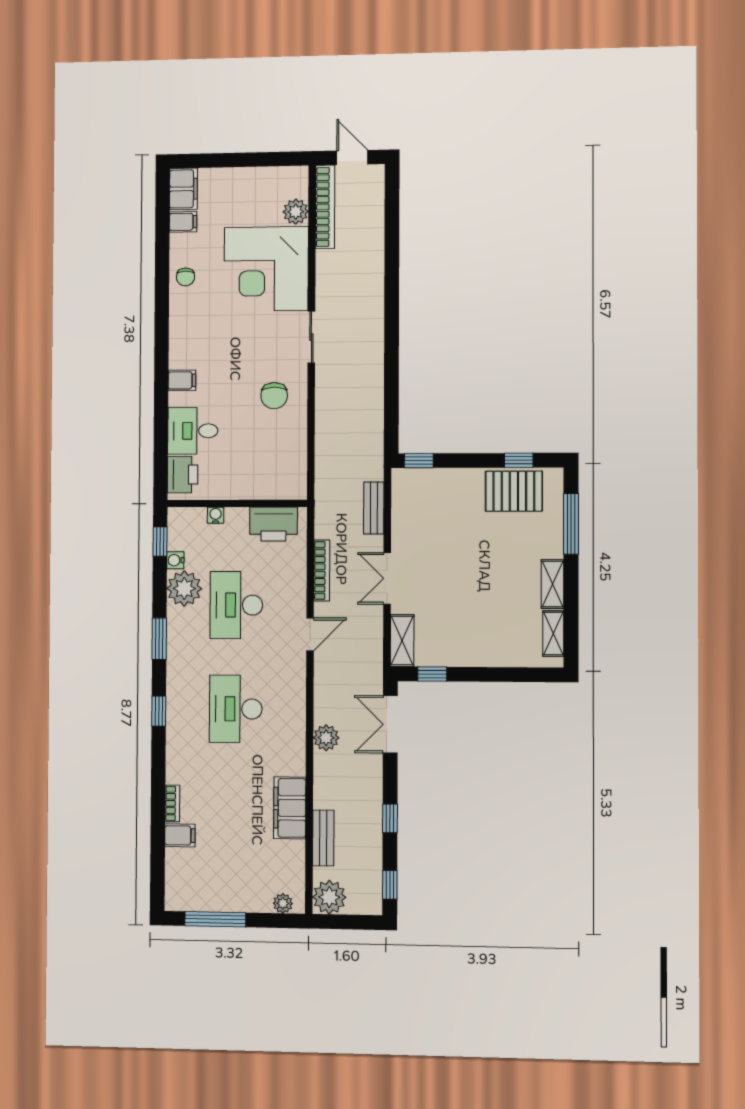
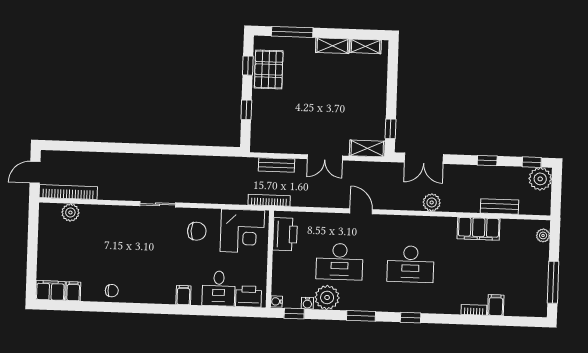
corner desk: (266, 269) -> (242, 231), moved, width x0.74, depth x0.74
window: (419, 461) -> (246, 110), moved
water cooler: (216, 515) -> (277, 301), moved
bookcase: (322, 571) -> (269, 200), moved
plant: (329, 897) -> (540, 179), moved

